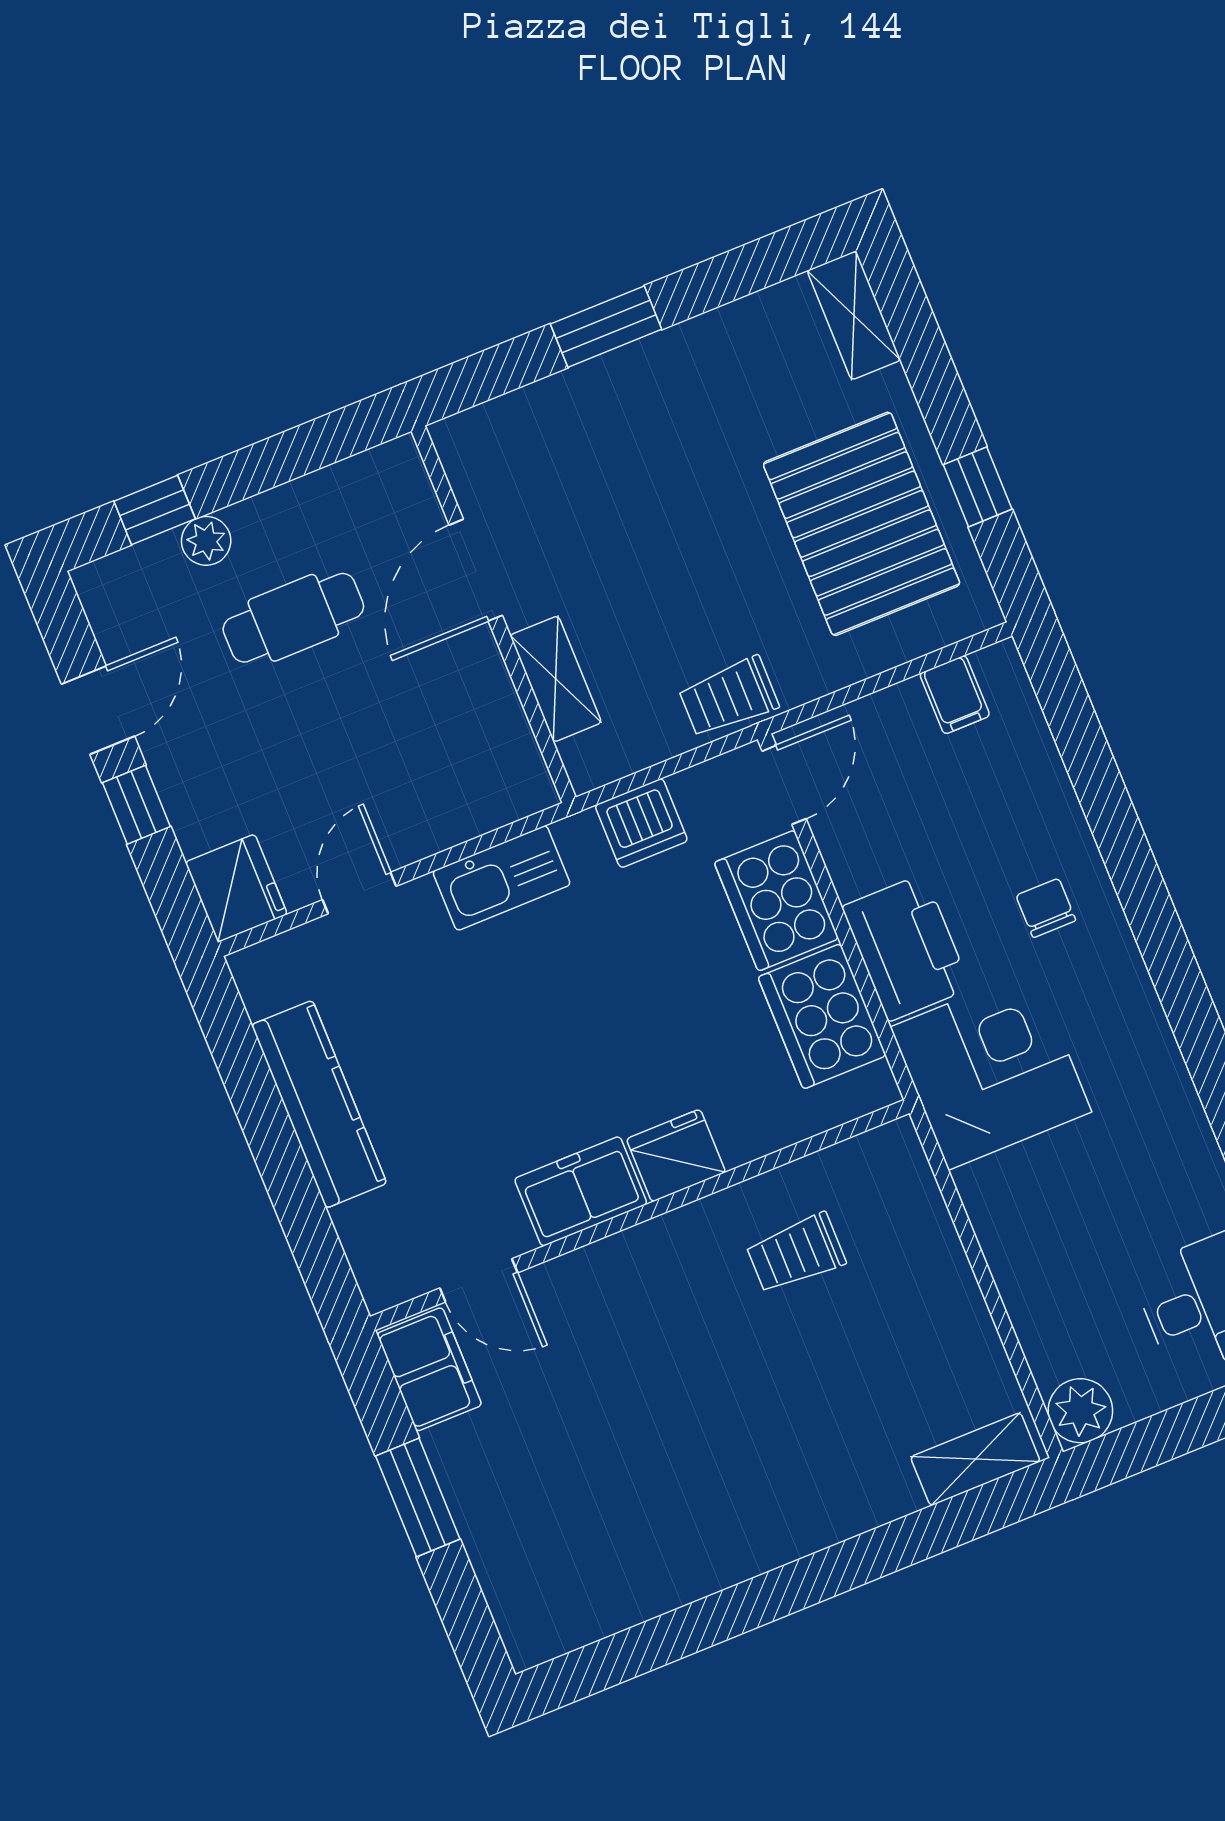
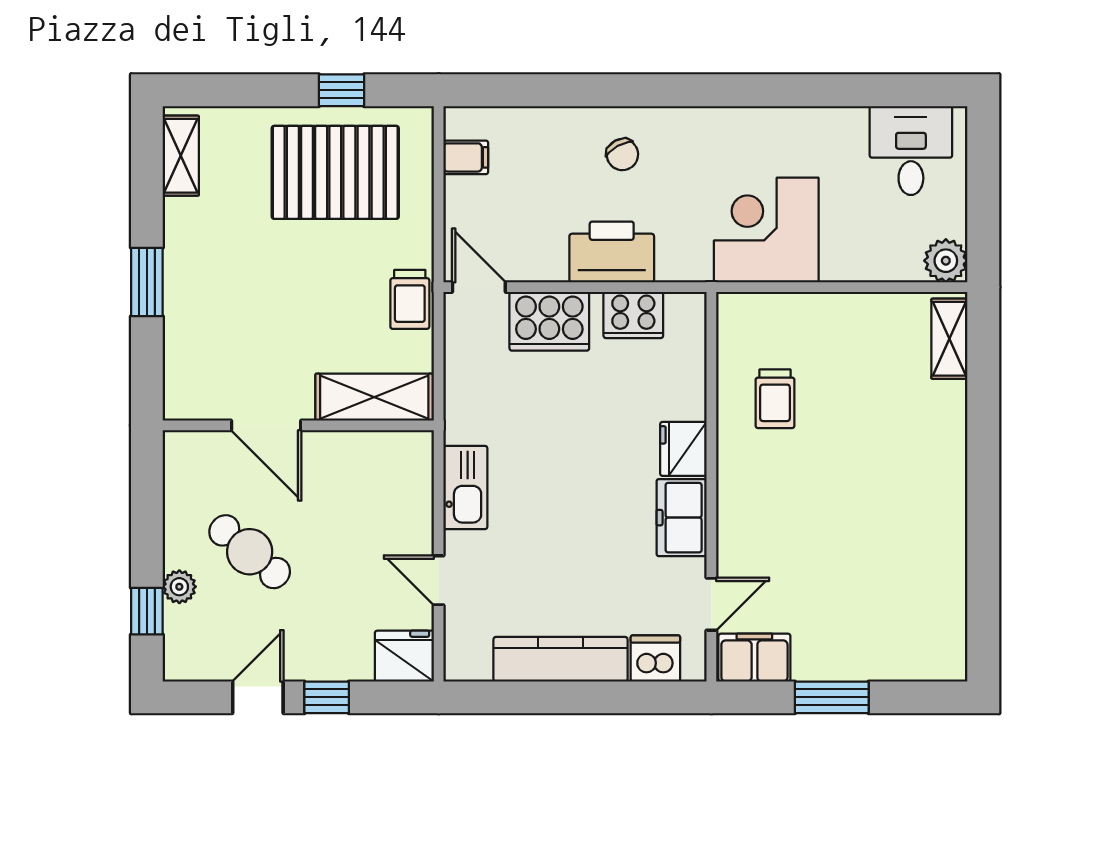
shelving: (854, 315) -> (181, 156), moved, turned 90
cafe table: (293, 618) -> (250, 552), turned -50
shelving: (556, 679) -> (374, 397), width x1.50, depth x1.33
door: (98, 710) -> (258, 697), hinge flipped
dishwasher: (641, 823) -> (655, 658), moved, turned -90
chair: (1046, 908) -> (622, 155), turned -119
cooker: (822, 1016) -> (633, 315), width x0.73, depth x0.76
corner desk: (991, 1070) -> (766, 230), moved

